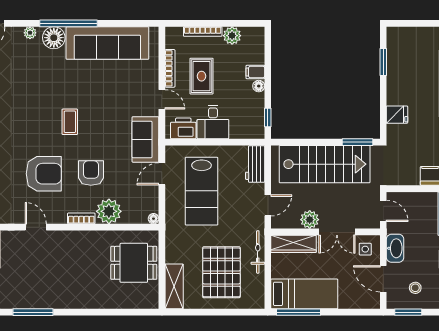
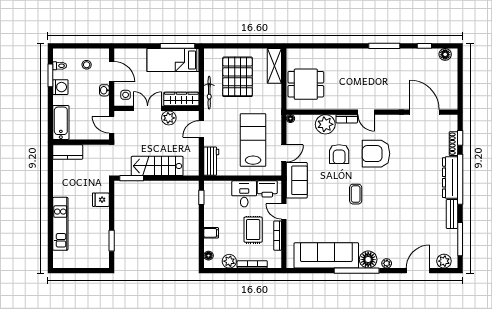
floor lamp: (259, 86) -> (208, 256), moved
stairs: (325, 164) -> (157, 166), width x0.73, depth x0.66
door: (36, 227) -> (366, 112), moved
washbasin: (395, 248) -> (104, 90), width x0.52, depth x0.69
window: (408, 312) -> (92, 46), removed

